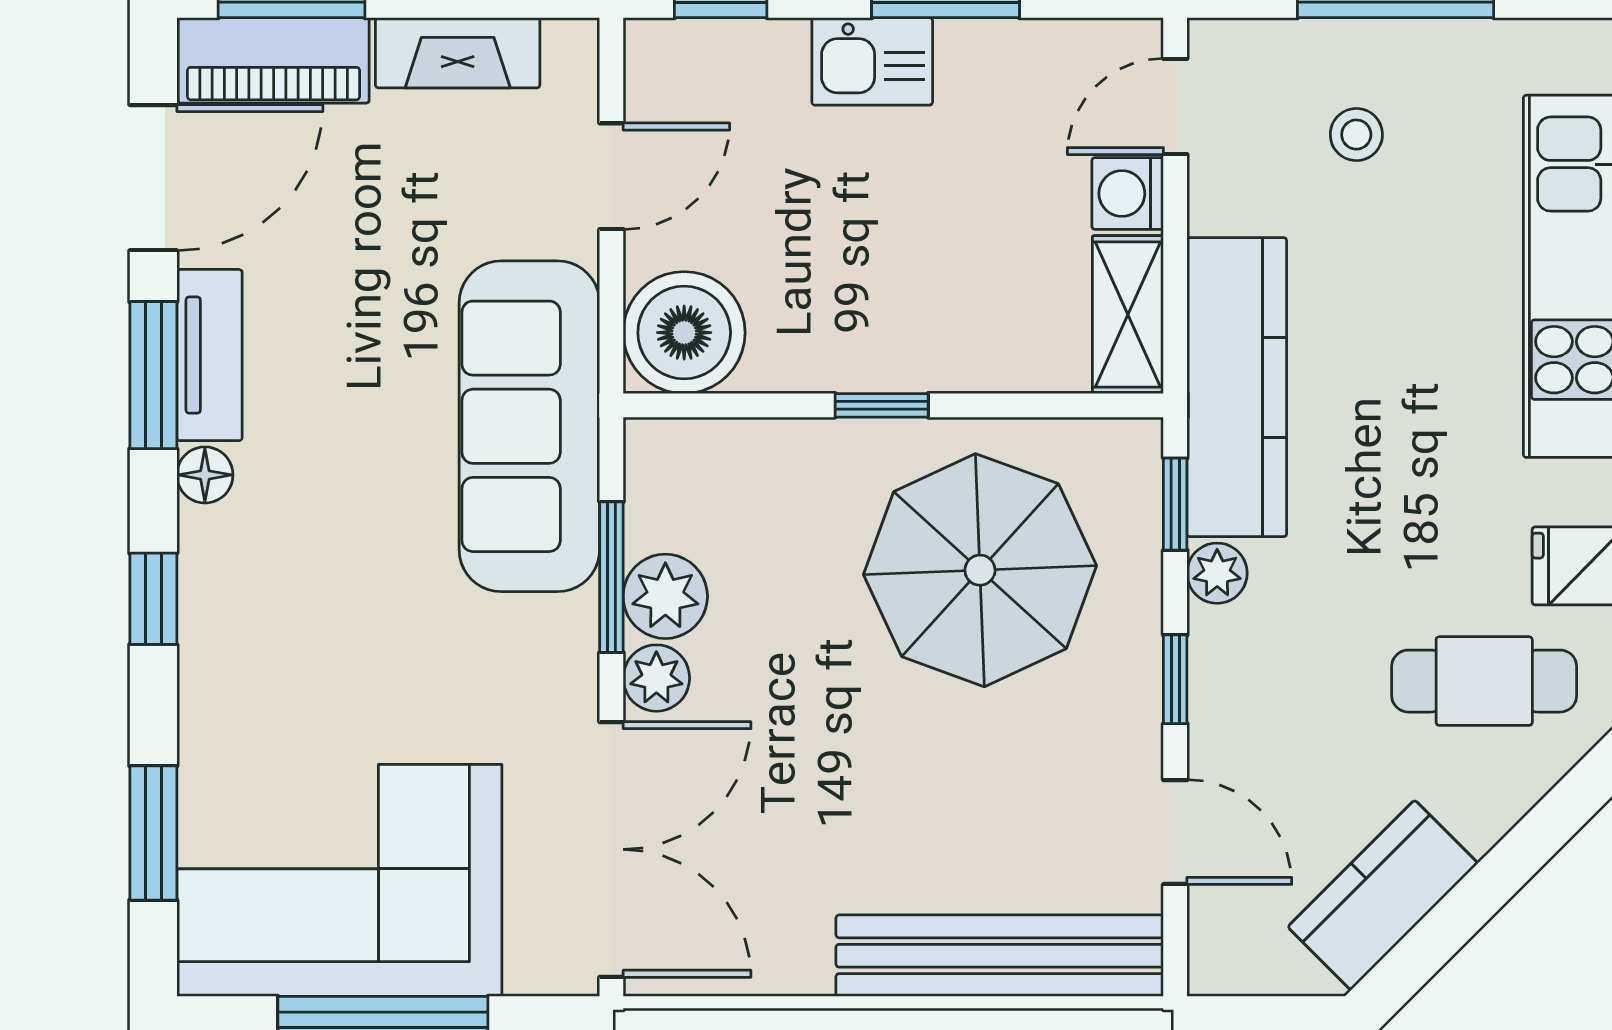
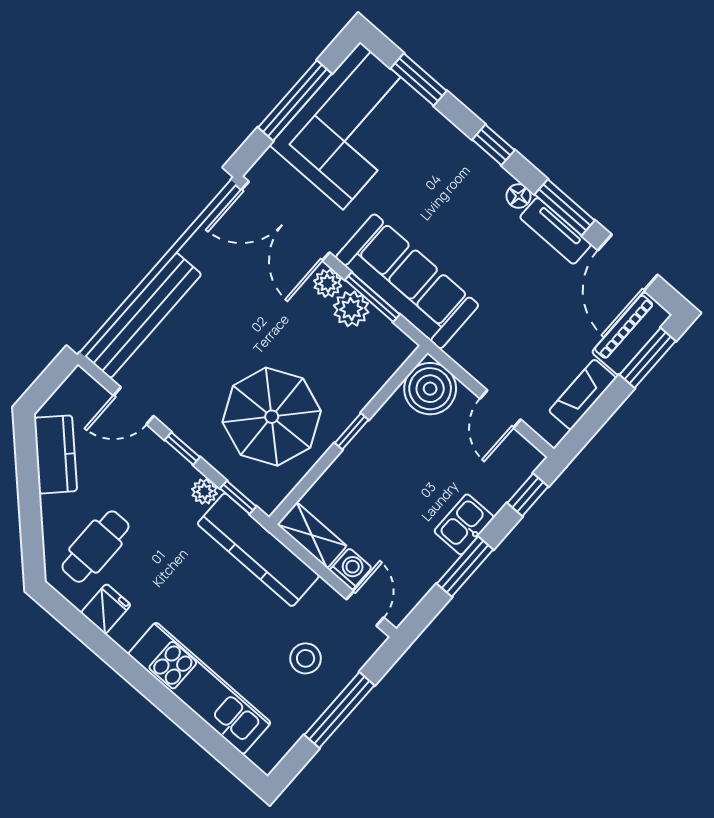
stool: (1356, 135) -> (306, 658), width x1.37, depth x1.37
sofa: (529, 426) -> (407, 281), moved

